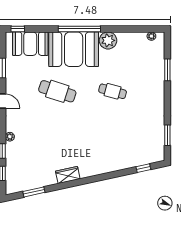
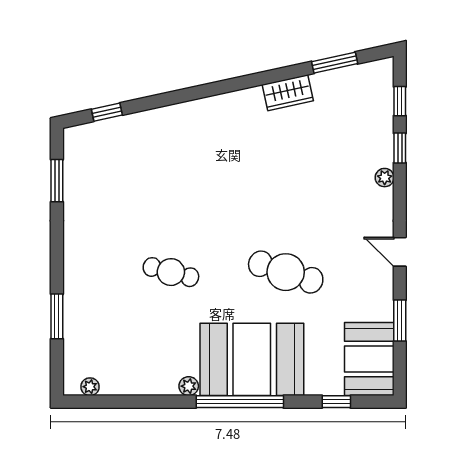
window: (18, 29) -> (336, 402), moved
plant: (108, 40) -> (189, 386), width x0.53, depth x0.53
booth: (30, 44) -> (369, 359), moved, turned 90
wardrobe: (68, 175) -> (288, 93), moved

